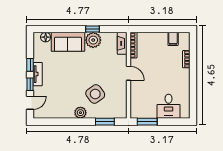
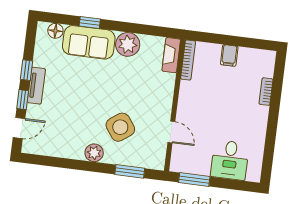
window: (93, 29) -> (90, 23), moved
filing cabinet: (173, 39) -> (229, 55), moved
door: (129, 73) -> (171, 132), moved

